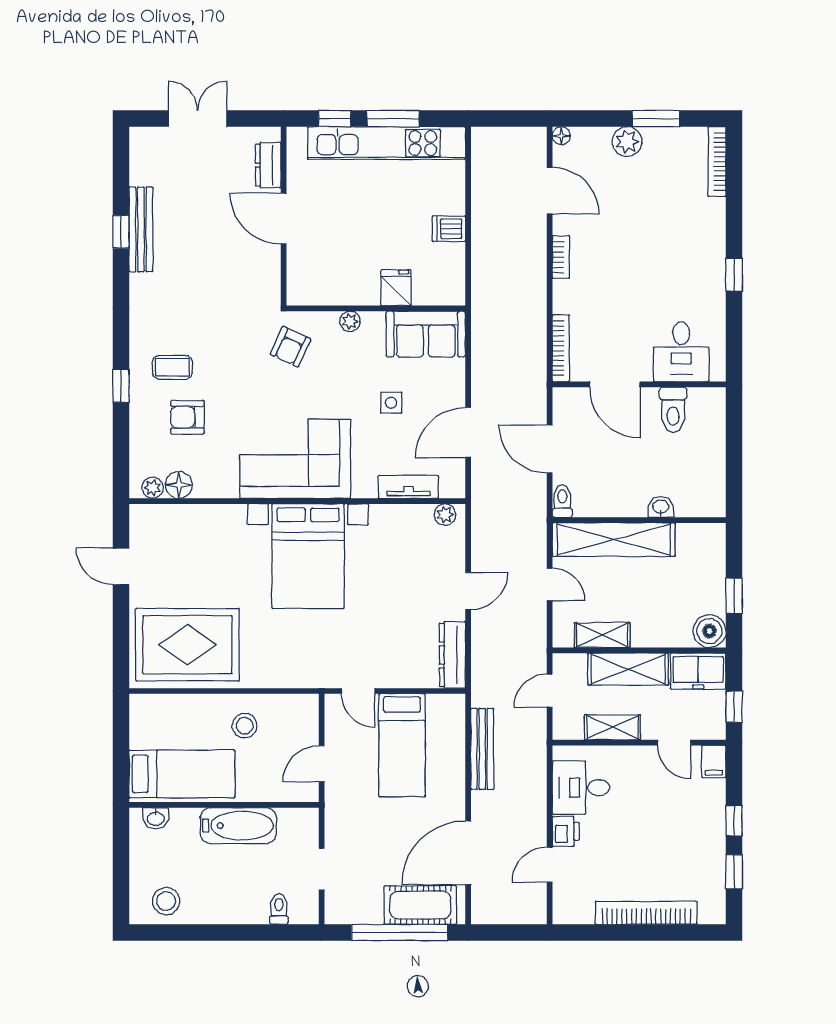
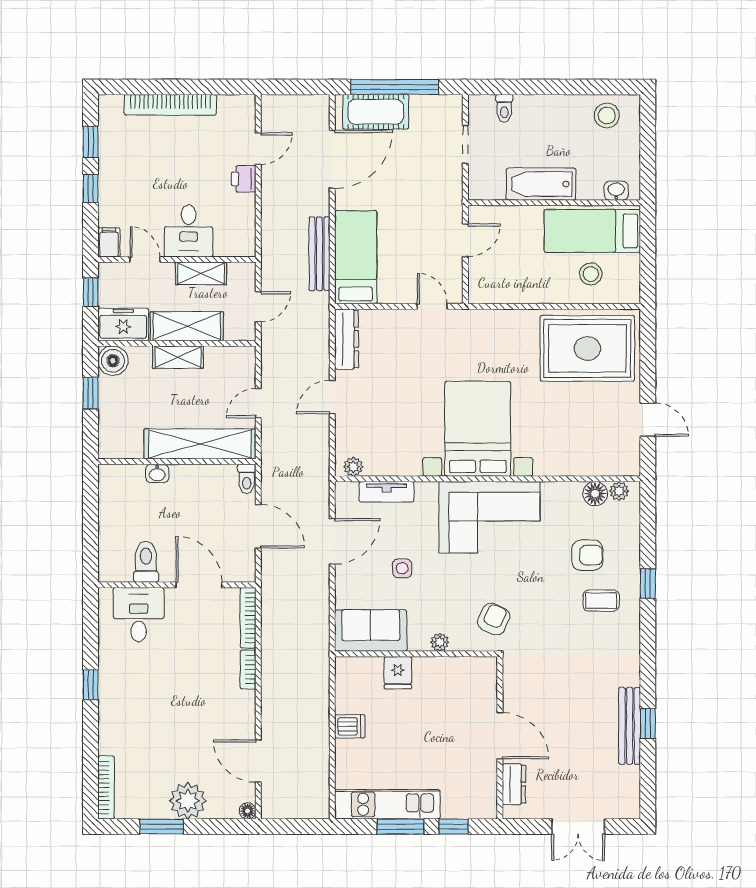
plant: (627, 142) -> (188, 801), width x1.36, depth x1.36
kitchen unit: (387, 143) -> (387, 804), width x0.73
bookcase: (561, 257) -> (248, 670), moved
door: (550, 584) -> (258, 403), hinge flipped
shelving: (602, 635) -> (178, 357), moved
stool: (245, 726) -> (591, 274), moved
bed: (402, 745) -> (356, 257), moved
desk: (581, 788) -> (189, 231), moved, turned 90

